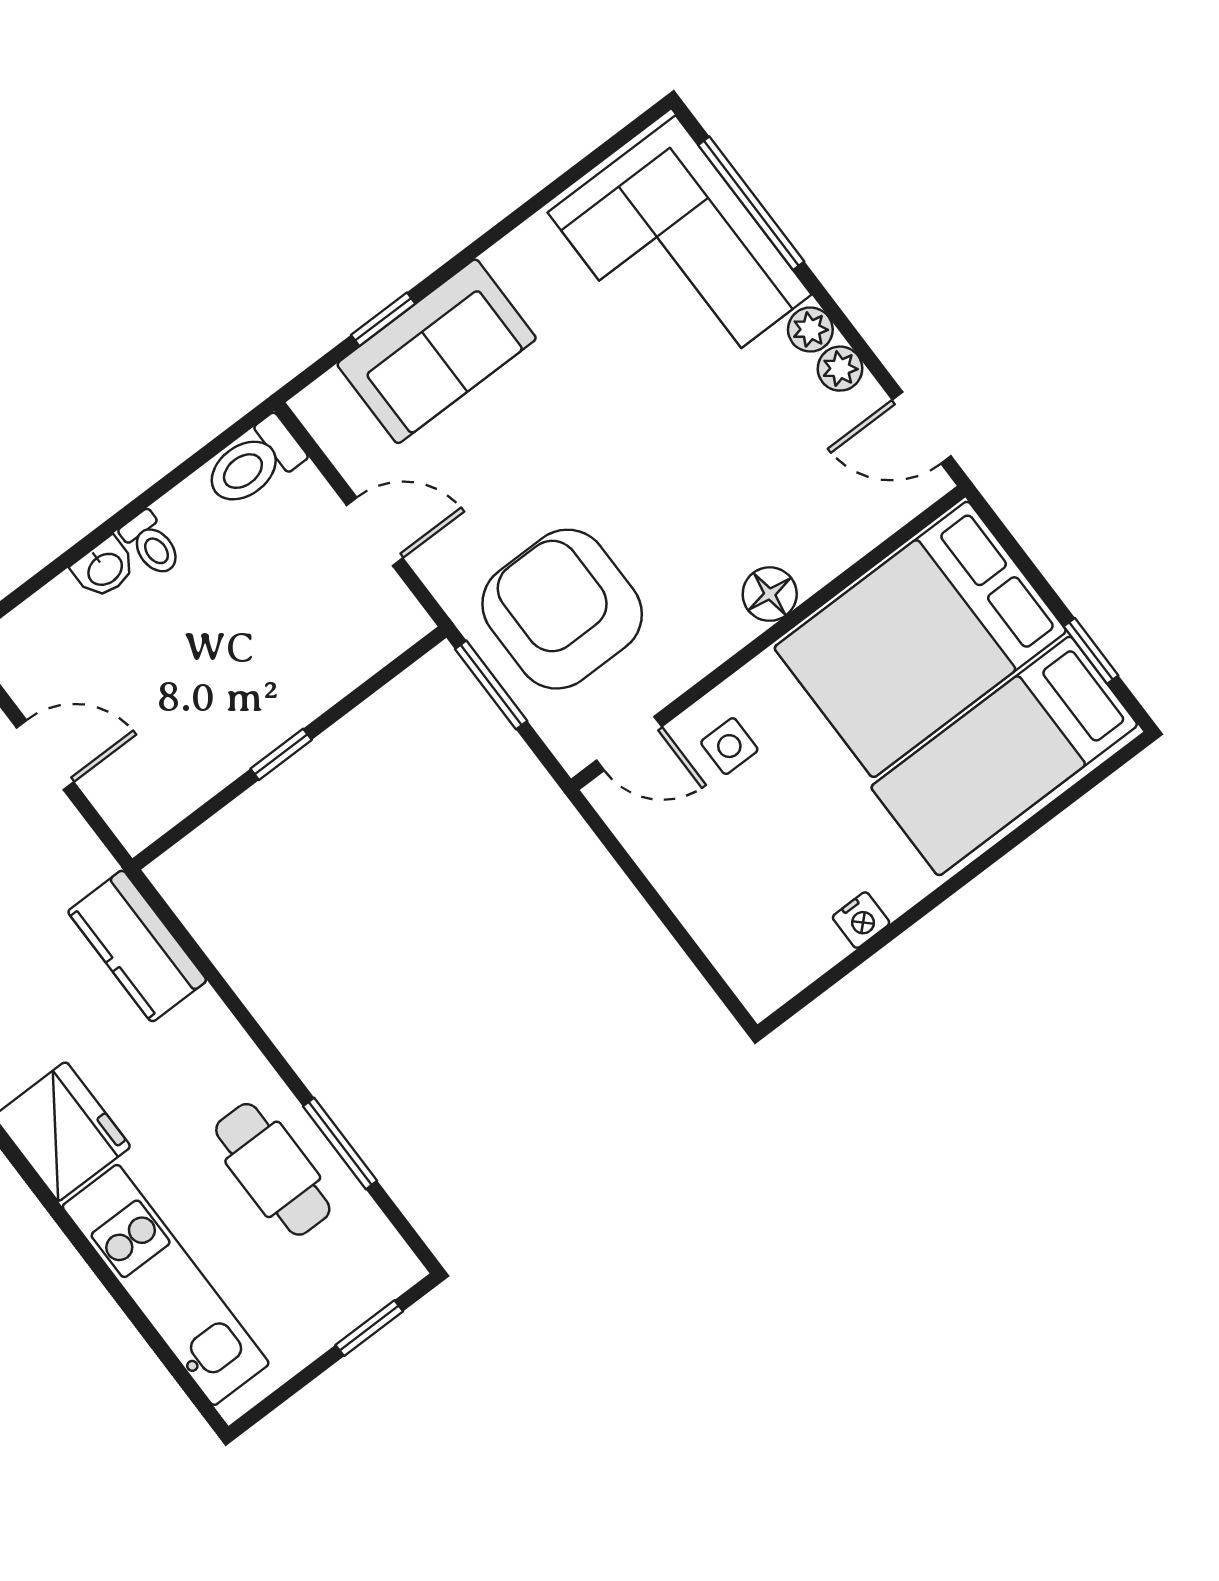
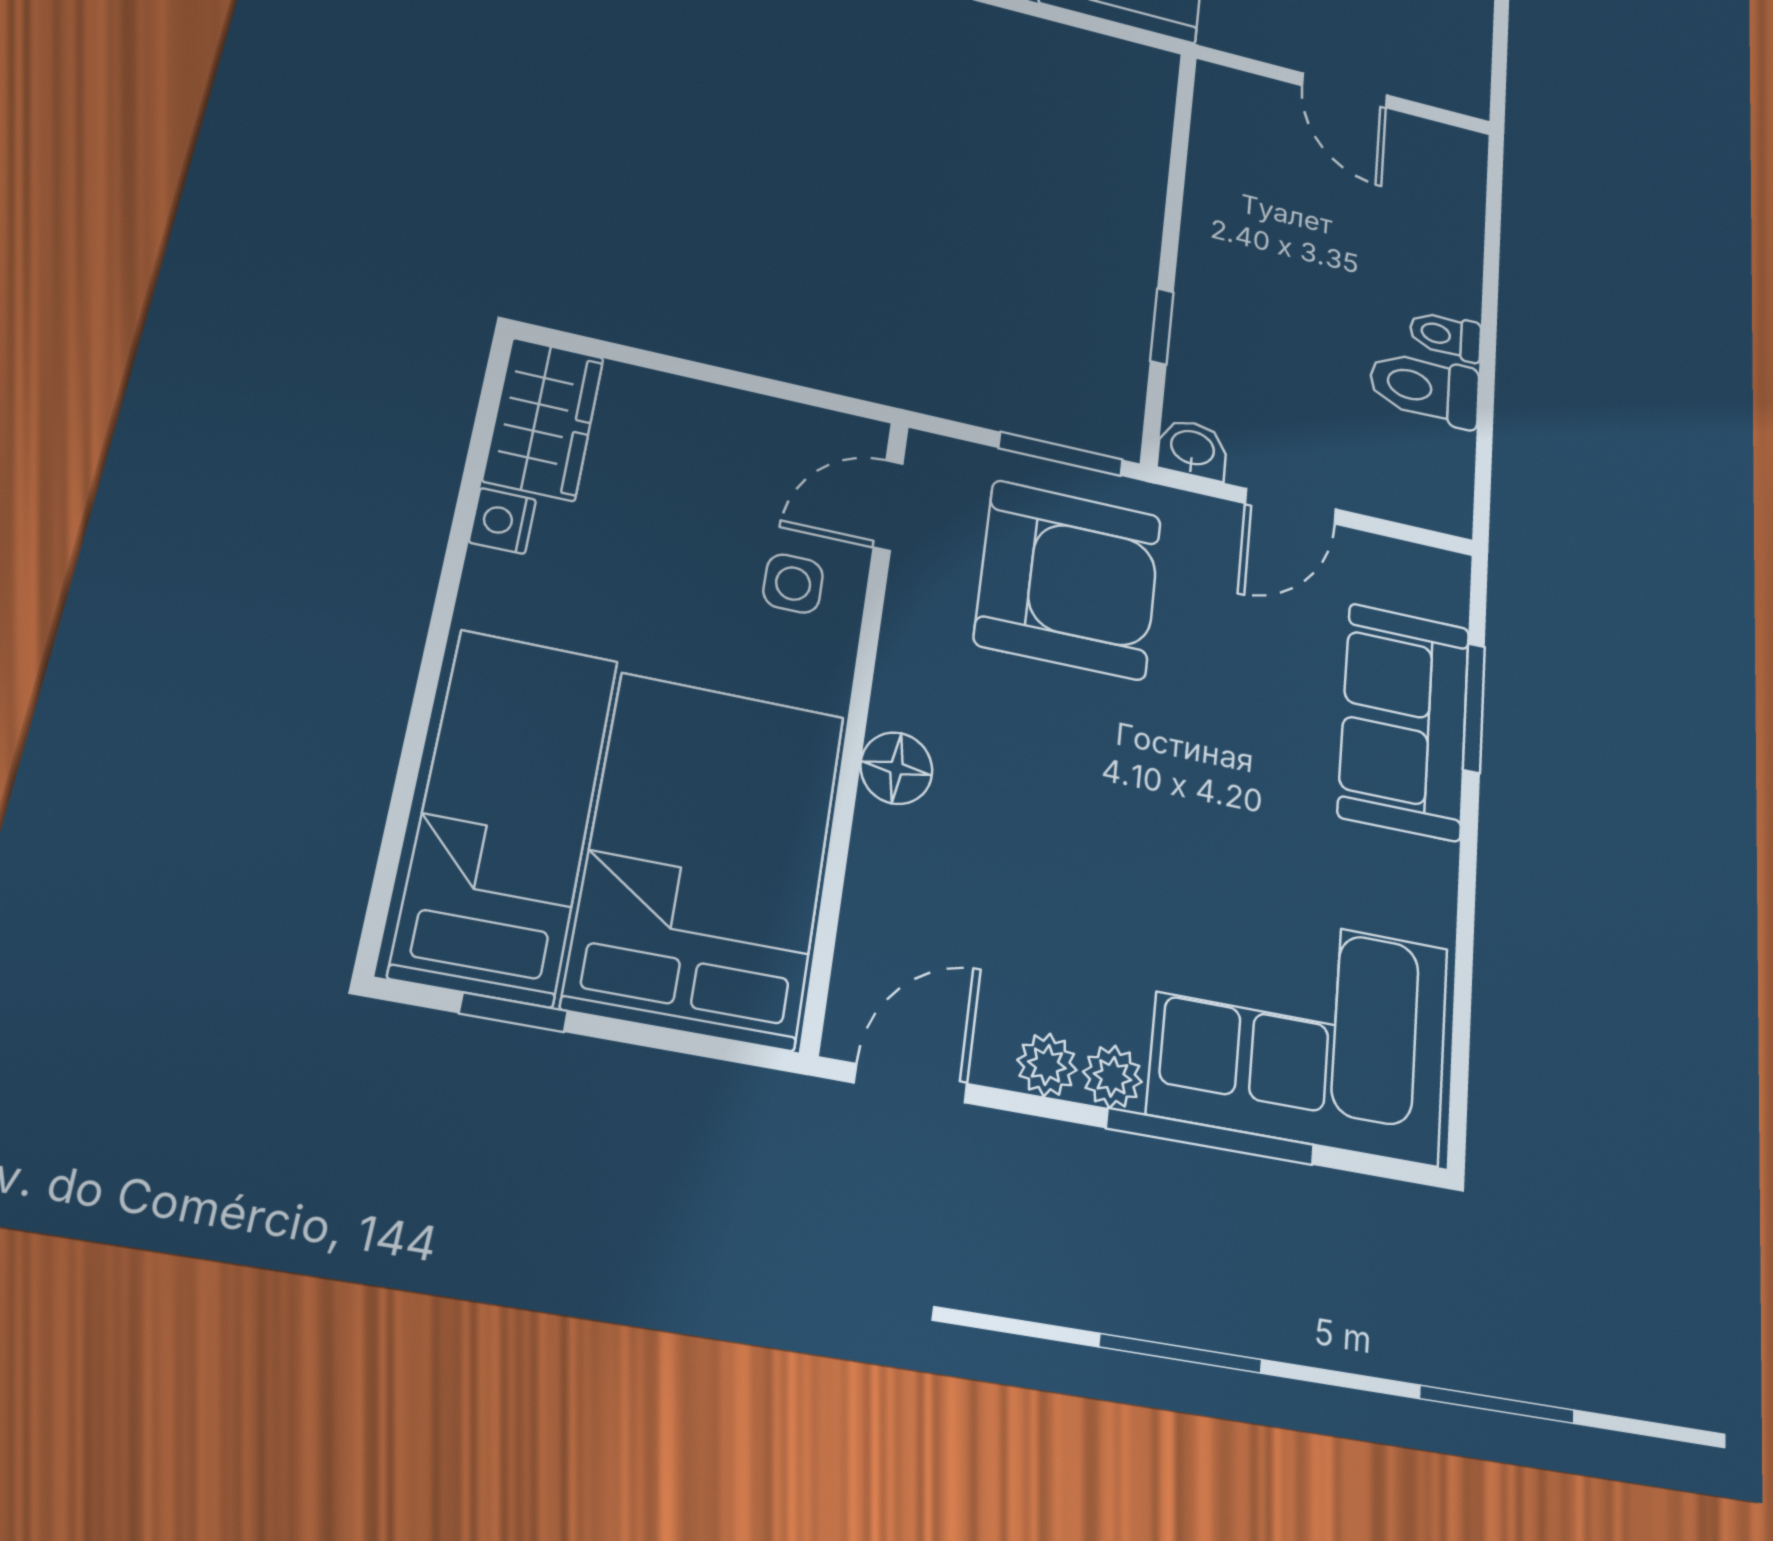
window: (751, 203) -> (1211, 1137), moved
window: (383, 319) -> (1474, 708), width x1.50
toilet: (254, 463) -> (1425, 388), moved, turned -90
washbasin: (104, 568) -> (1192, 449), moved, turned 90
window: (281, 754) -> (1162, 326), moved
door: (45, 755) -> (1345, 90), hinge flipped
wardrobe: (784, 961) -> (543, 419), added

